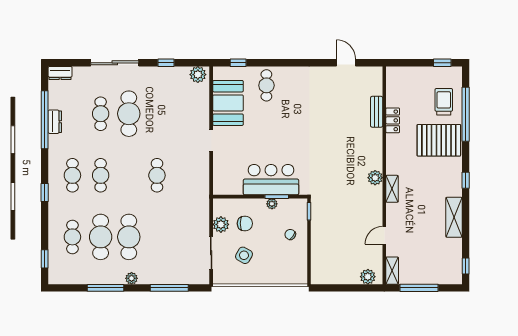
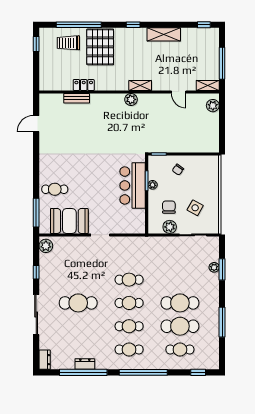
window: (238, 63) -> (36, 213), width x2.17
cafe table: (101, 114) -> (129, 303), moved
window: (45, 193) -> (143, 372), width x3.17
plant: (132, 278) -> (214, 267), moved
window: (169, 288) -> (222, 269), width x0.69

